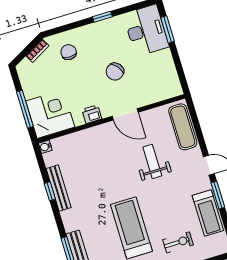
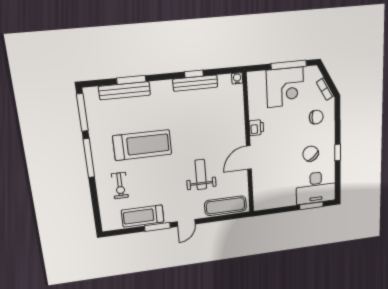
chair: (115, 72) -> (311, 154), moved
window: (25, 109) -> (289, 65), moved
corner desk: (50, 114) -> (285, 87), moved
weight bench: (152, 161) -> (201, 174), turned -90

